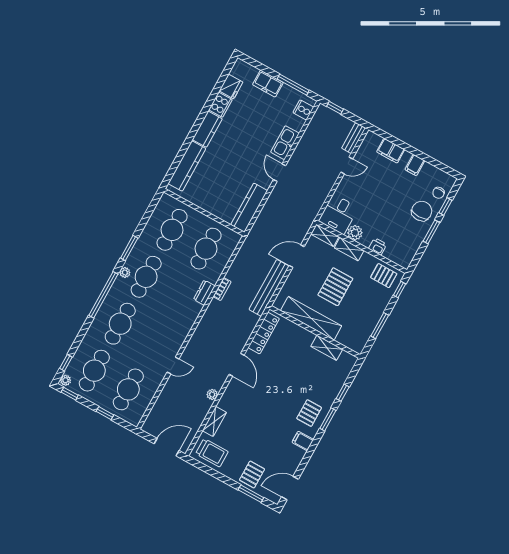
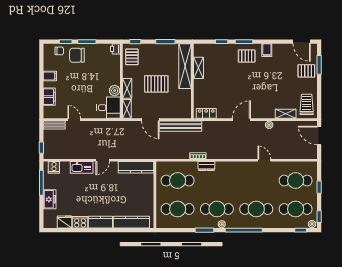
printer: (378, 246) -> (115, 49), moved
shelving: (311, 318) -> (185, 66), moved
locker: (264, 333) -> (206, 113), width x0.66

